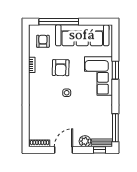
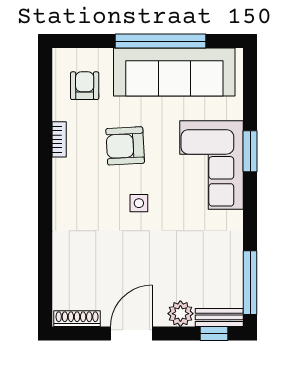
window: (59, 22) -> (160, 41), moved
armchair: (61, 68) -> (125, 146), turned 86

